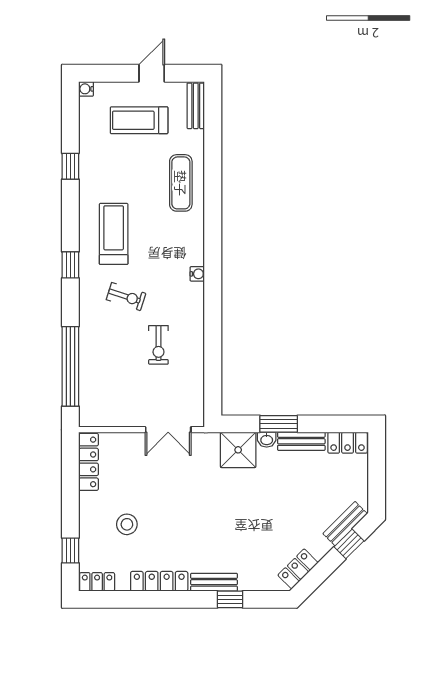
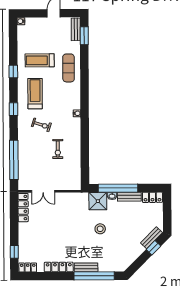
window: (213, 119) -> (84, 36), added
treadmill: (139, 120) -> (40, 60), moved
window: (70, 166) -> (13, 72), moved
window: (279, 424) -> (118, 188), width x2.11
double door: (168, 430) -> (43, 191), moved
stool: (127, 524) -> (100, 229), moved
locker: (298, 569) -> (128, 260), removed
window: (230, 599) -> (94, 276), width x3.17

